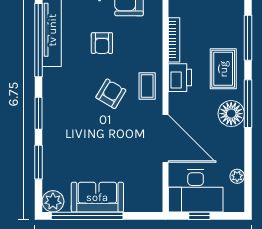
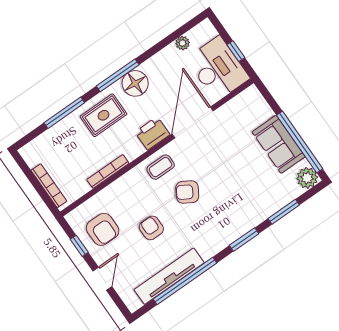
armchair: (102, 43) -> (151, 228), turned -90
printer: (180, 78) -> (152, 133), moved

